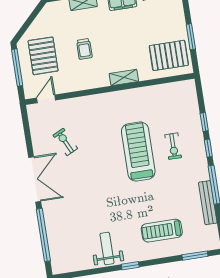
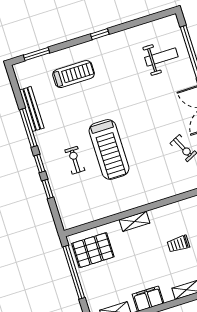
window: (191, 37) -> (74, 272), width x2.11
trolley: (84, 49) -> (178, 244), turned -90
weight bench: (107, 248) -> (161, 57), moved, turned -90

